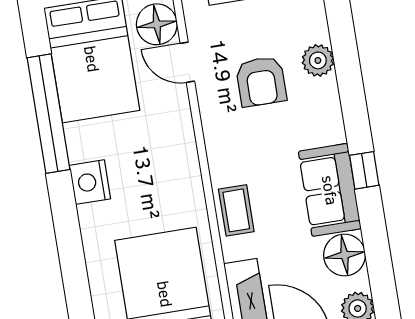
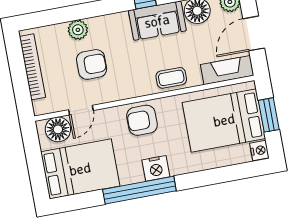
window: (49, 114) -> (139, 190), moved
armchair: (169, 161) -> (142, 120), added

